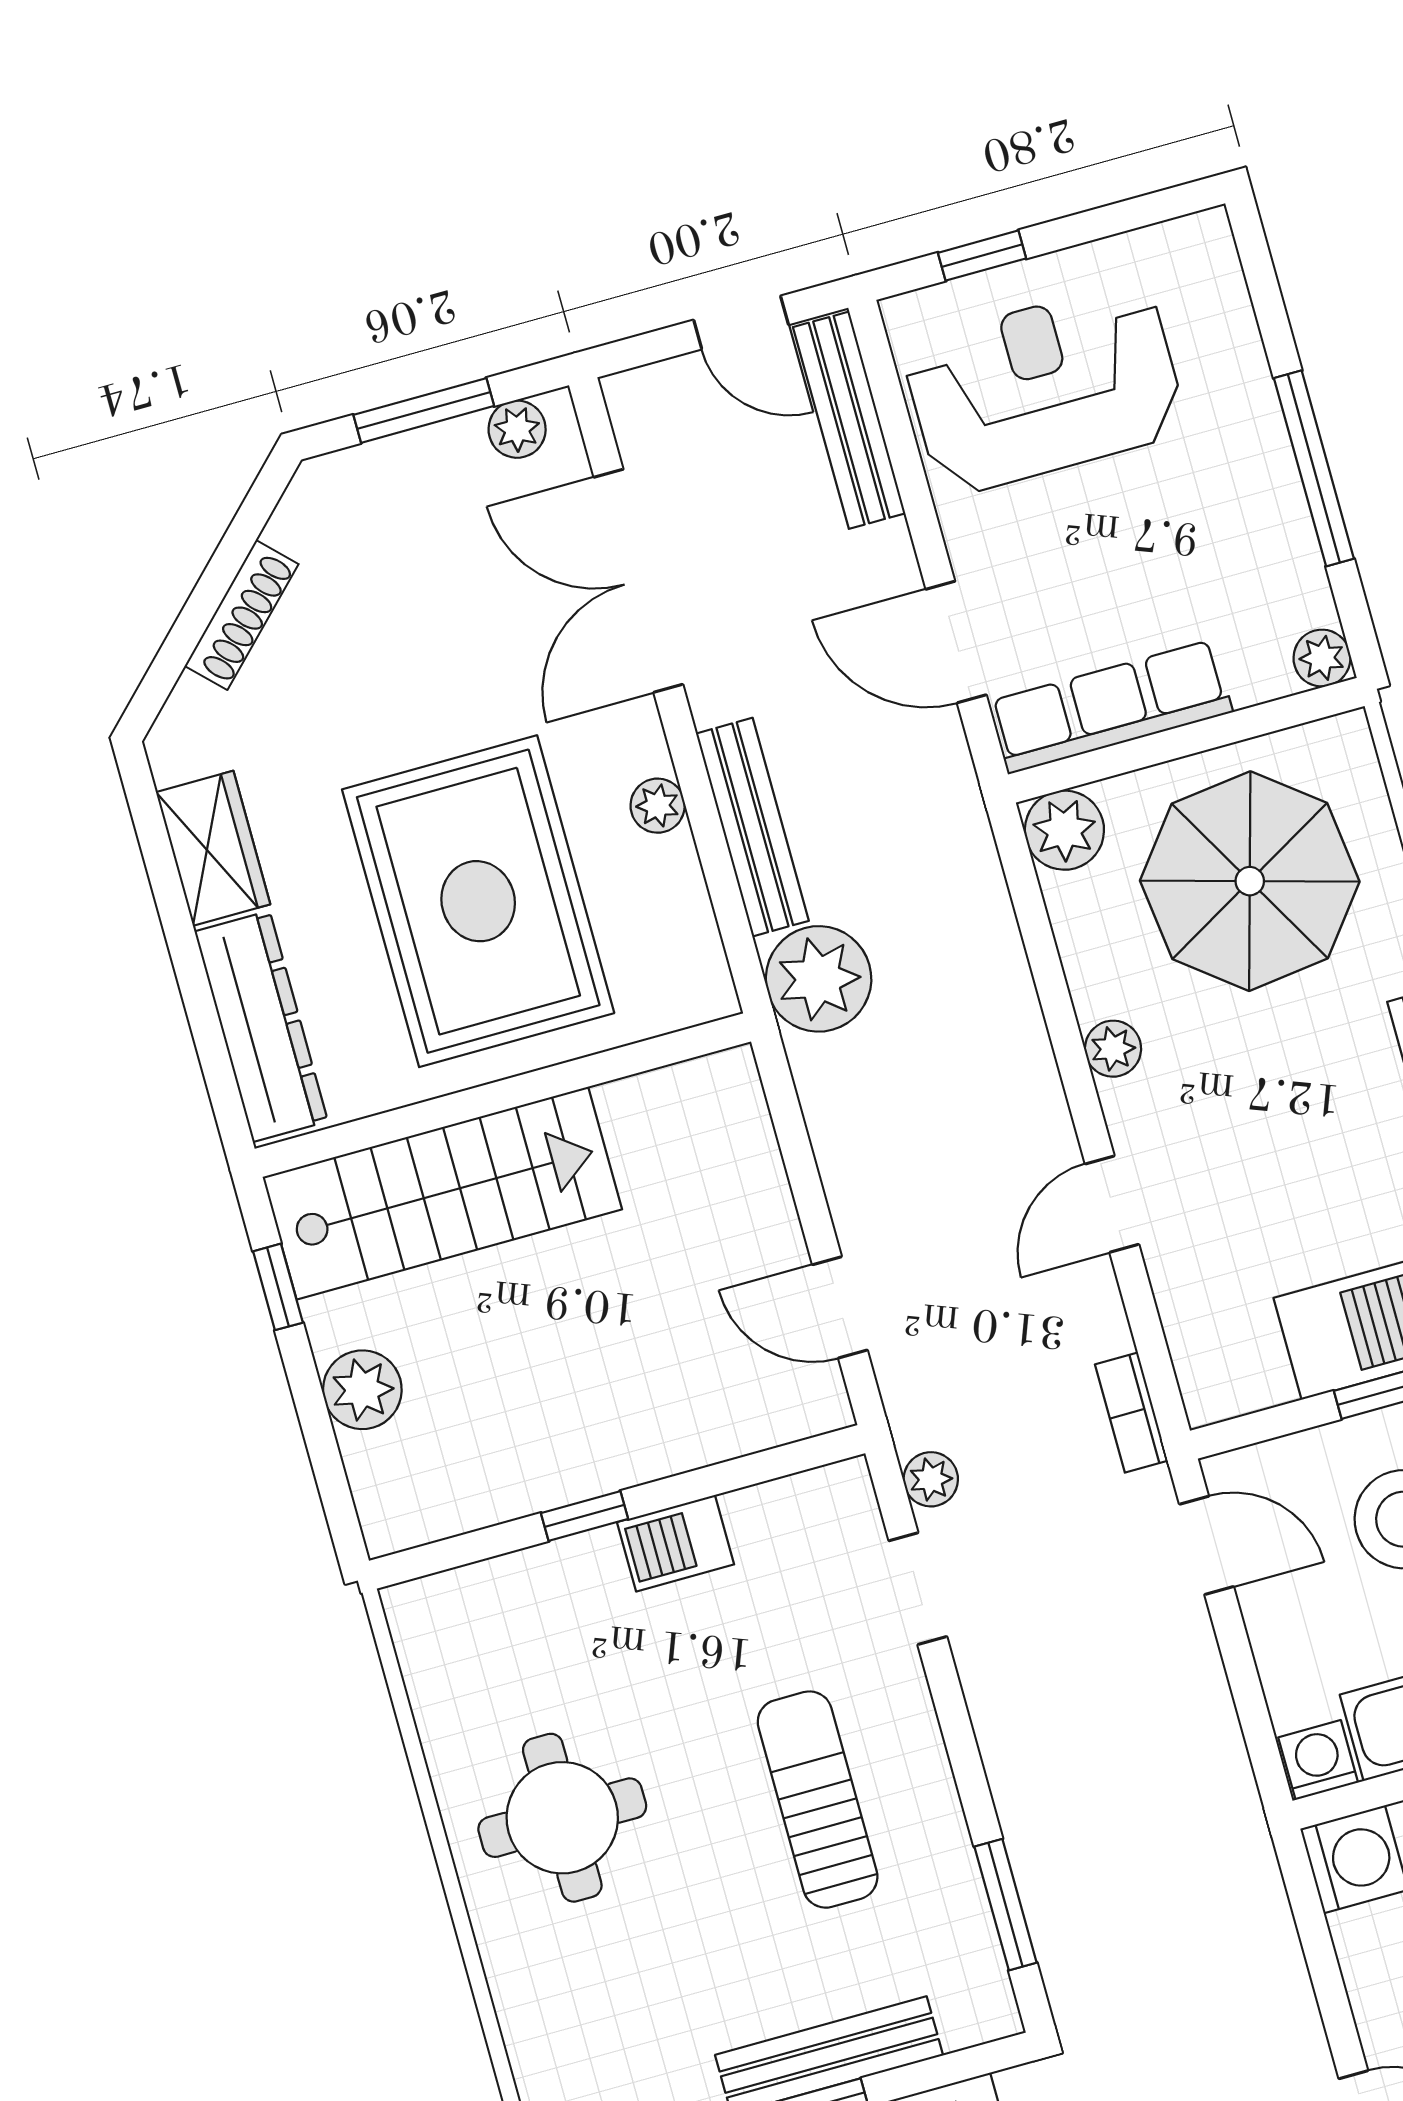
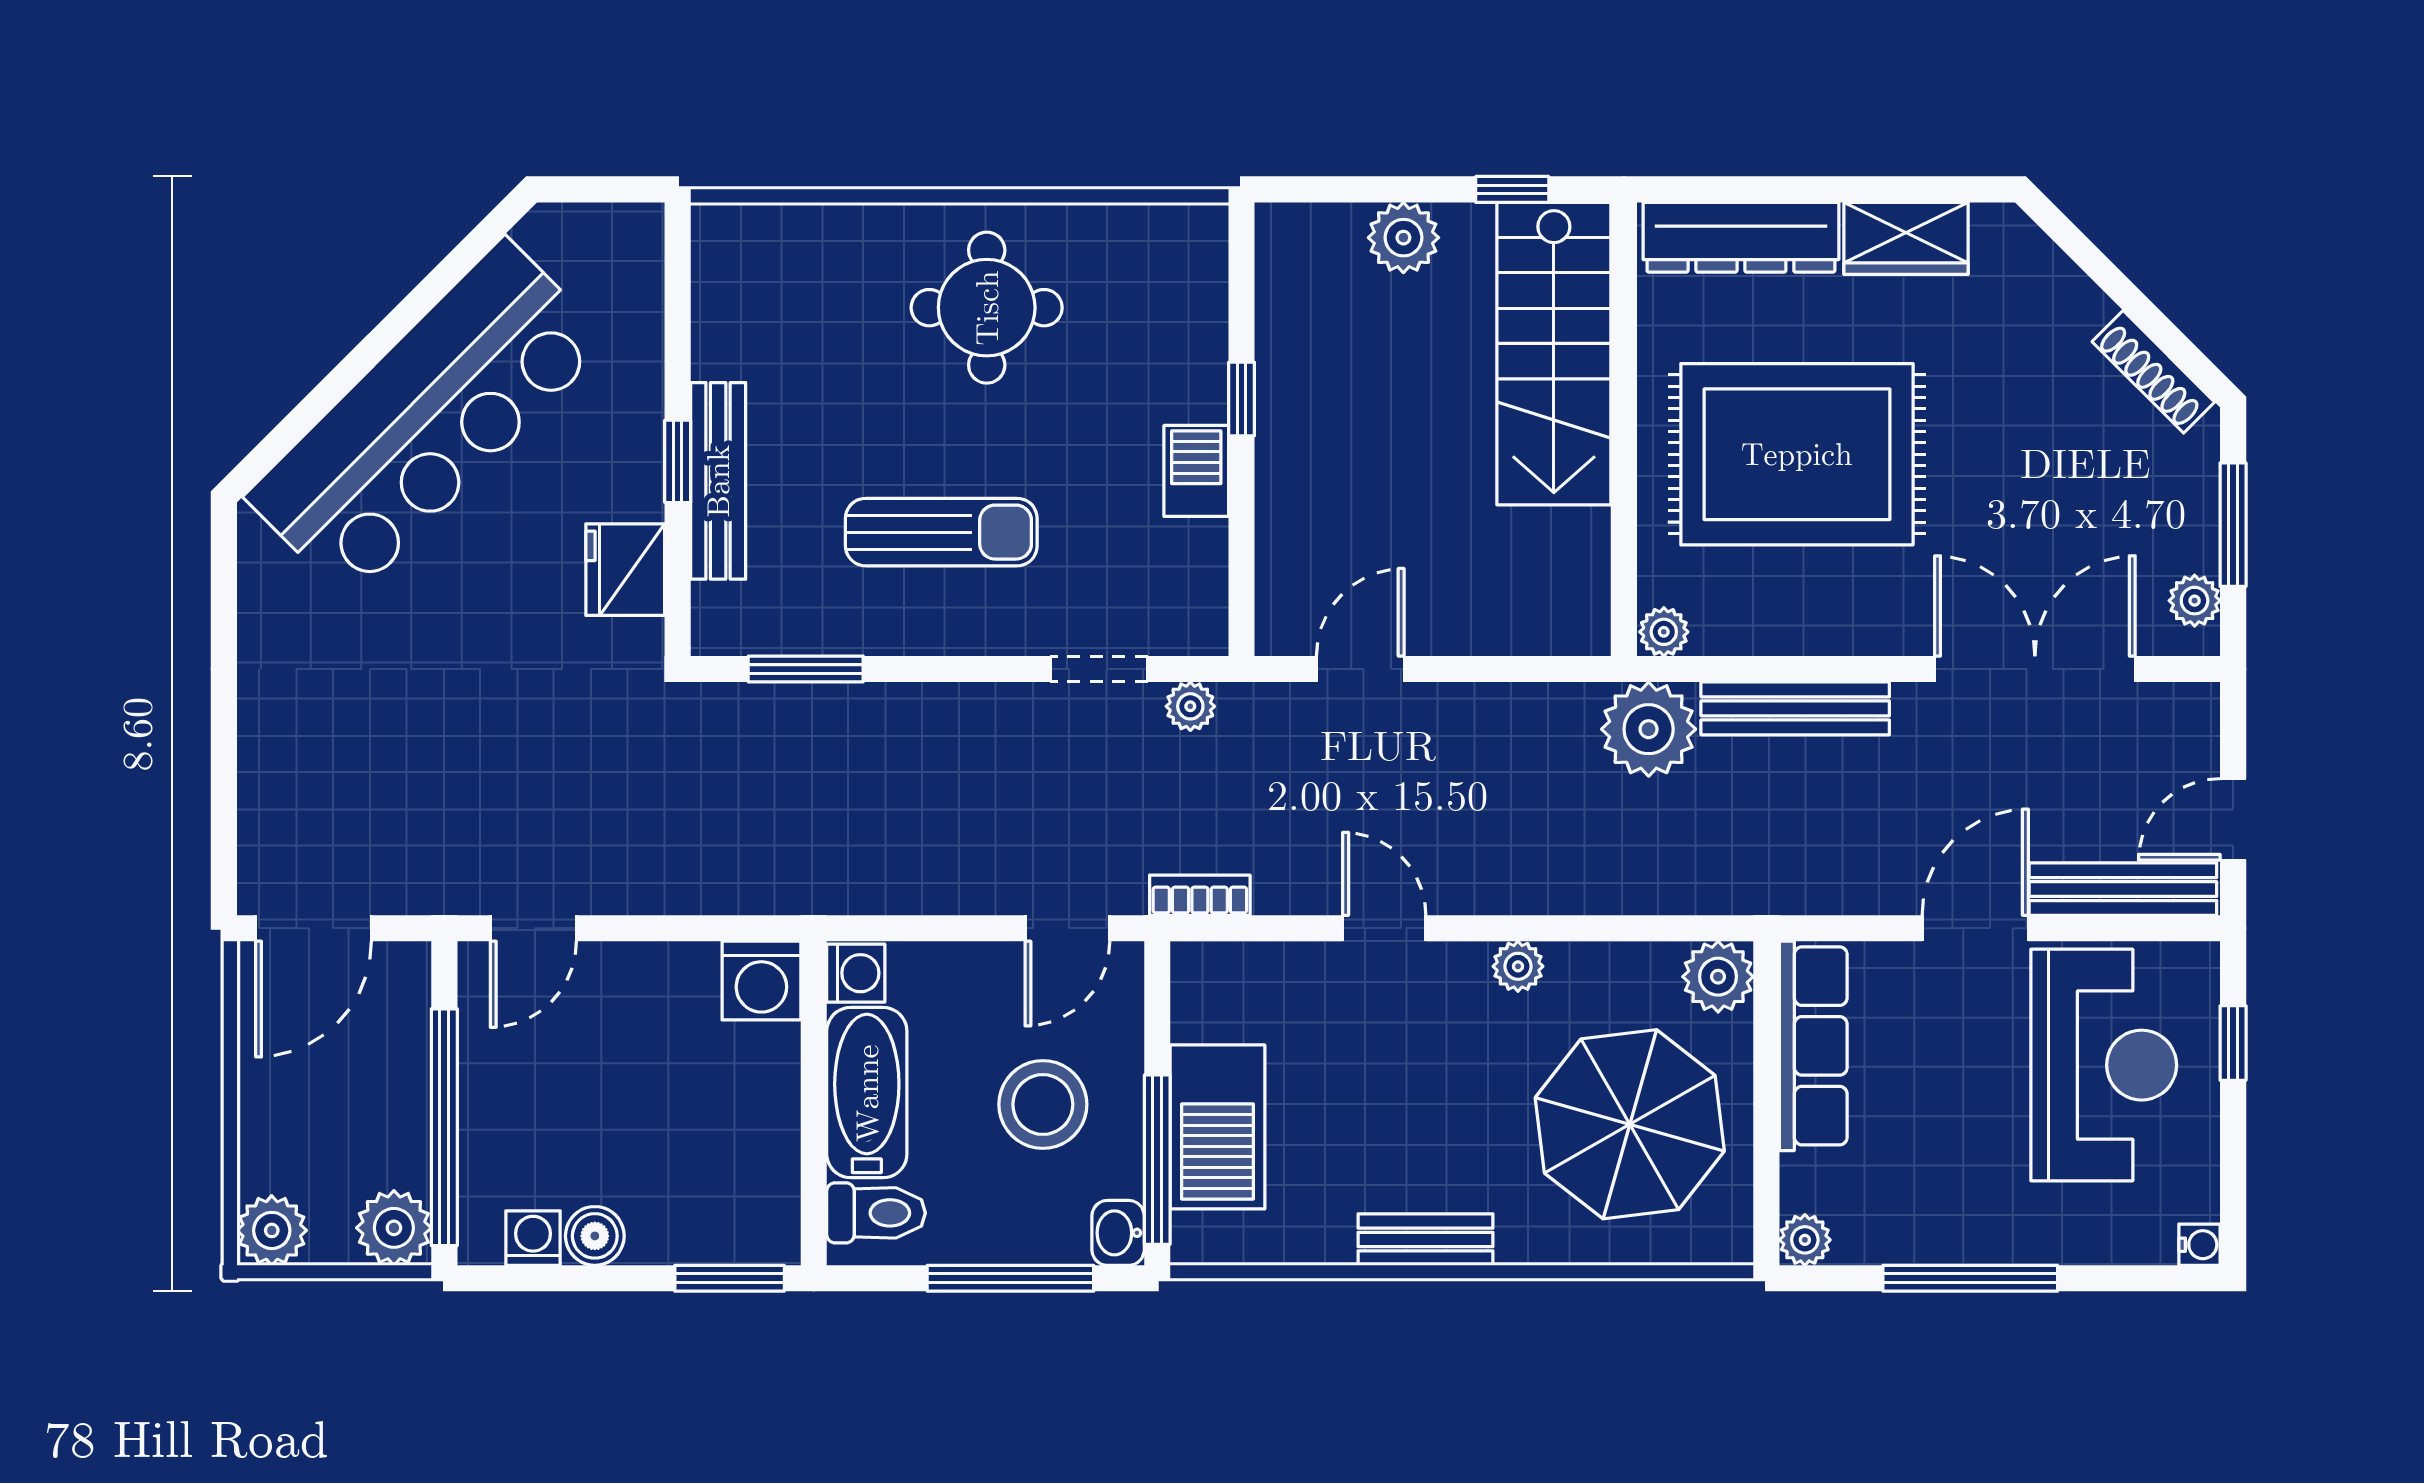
water cooler: (1209, 232) -> (2199, 1245), added
shoe rack: (242, 615) -> (2153, 372), moved
door: (956, 642) -> (1975, 928), moved
plant: (658, 806) -> (1664, 632), moved

